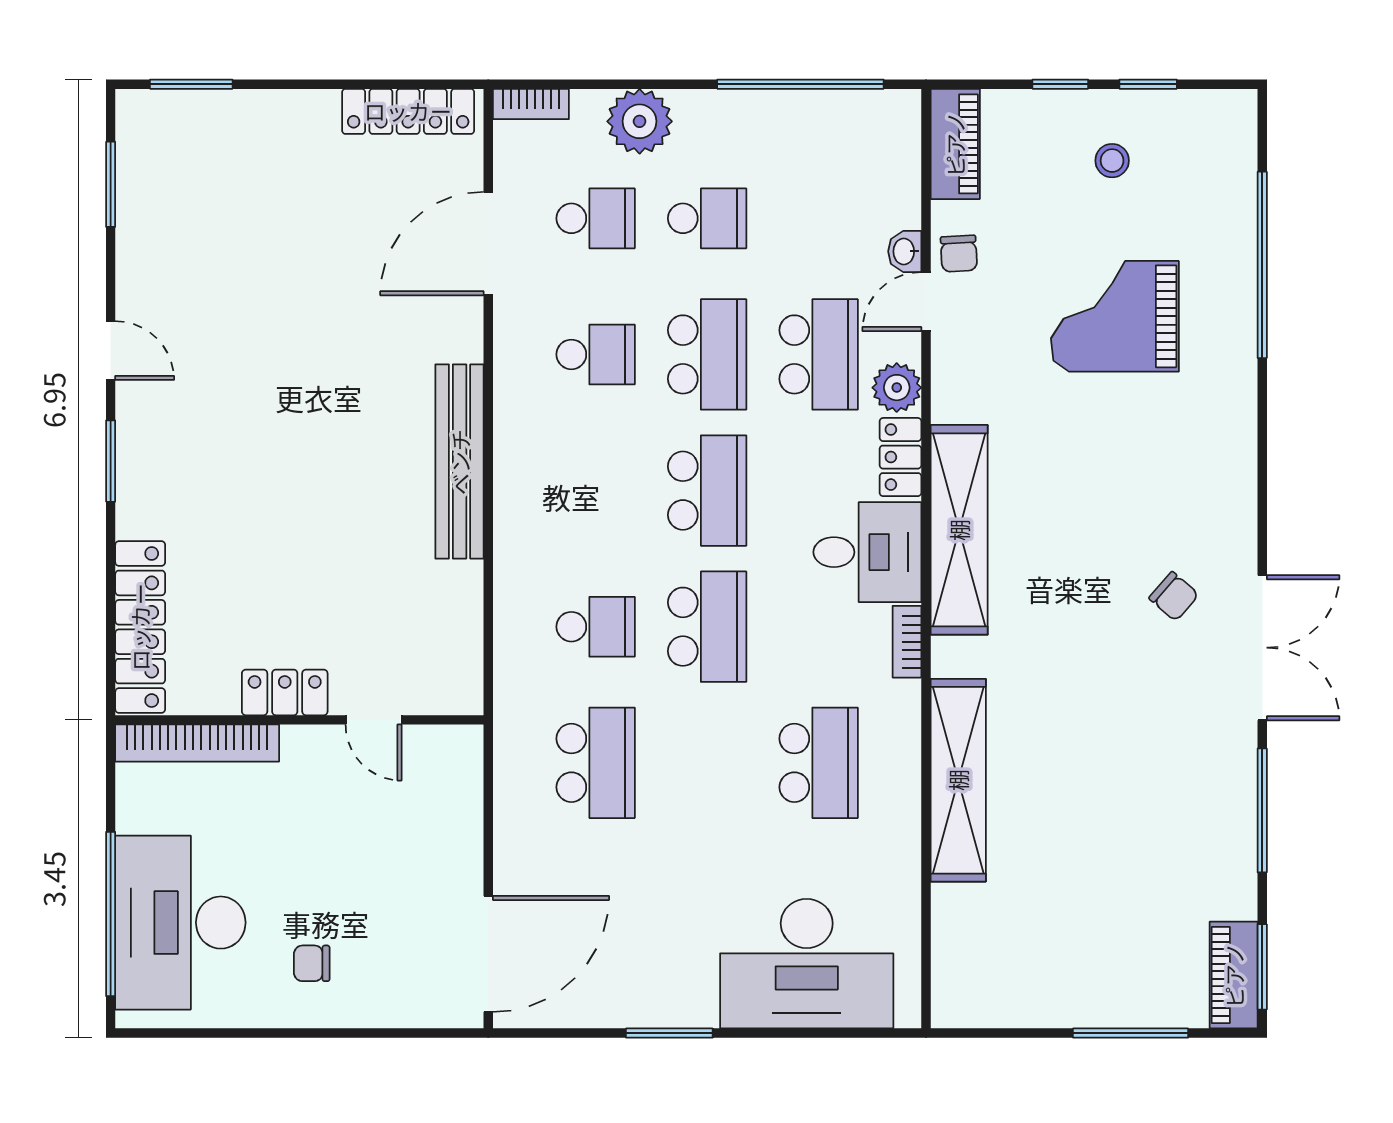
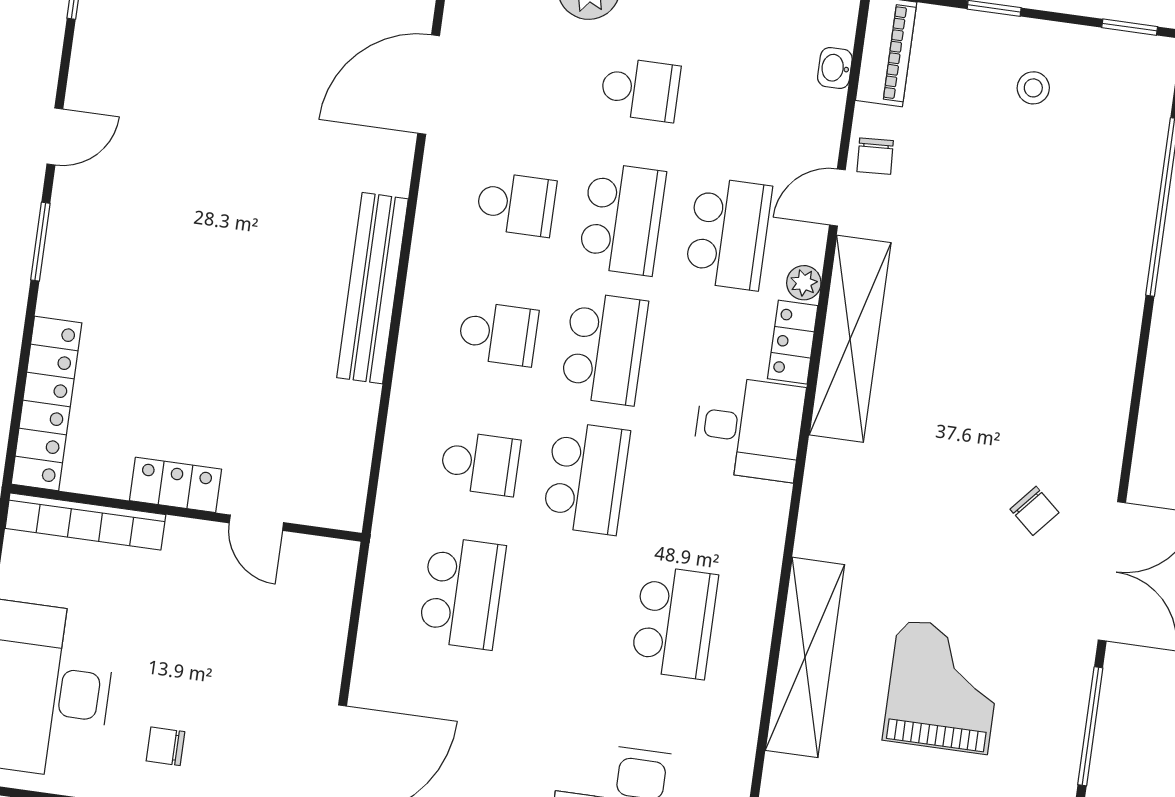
window: (1148, 84) -> (1130, 27), moved
school desk: (596, 218) -> (498, 334), moved
washbasin: (905, 251) -> (835, 68), moved
grand piano: (1115, 316) -> (943, 687), moved, turned 90
door: (111, 351) -> (55, 136), hinge flipped
plant: (897, 388) -> (804, 283), width x0.73, depth x0.73
shelving: (959, 530) -> (850, 339), moved
bookcase: (907, 642) -> (774, 519), removed

